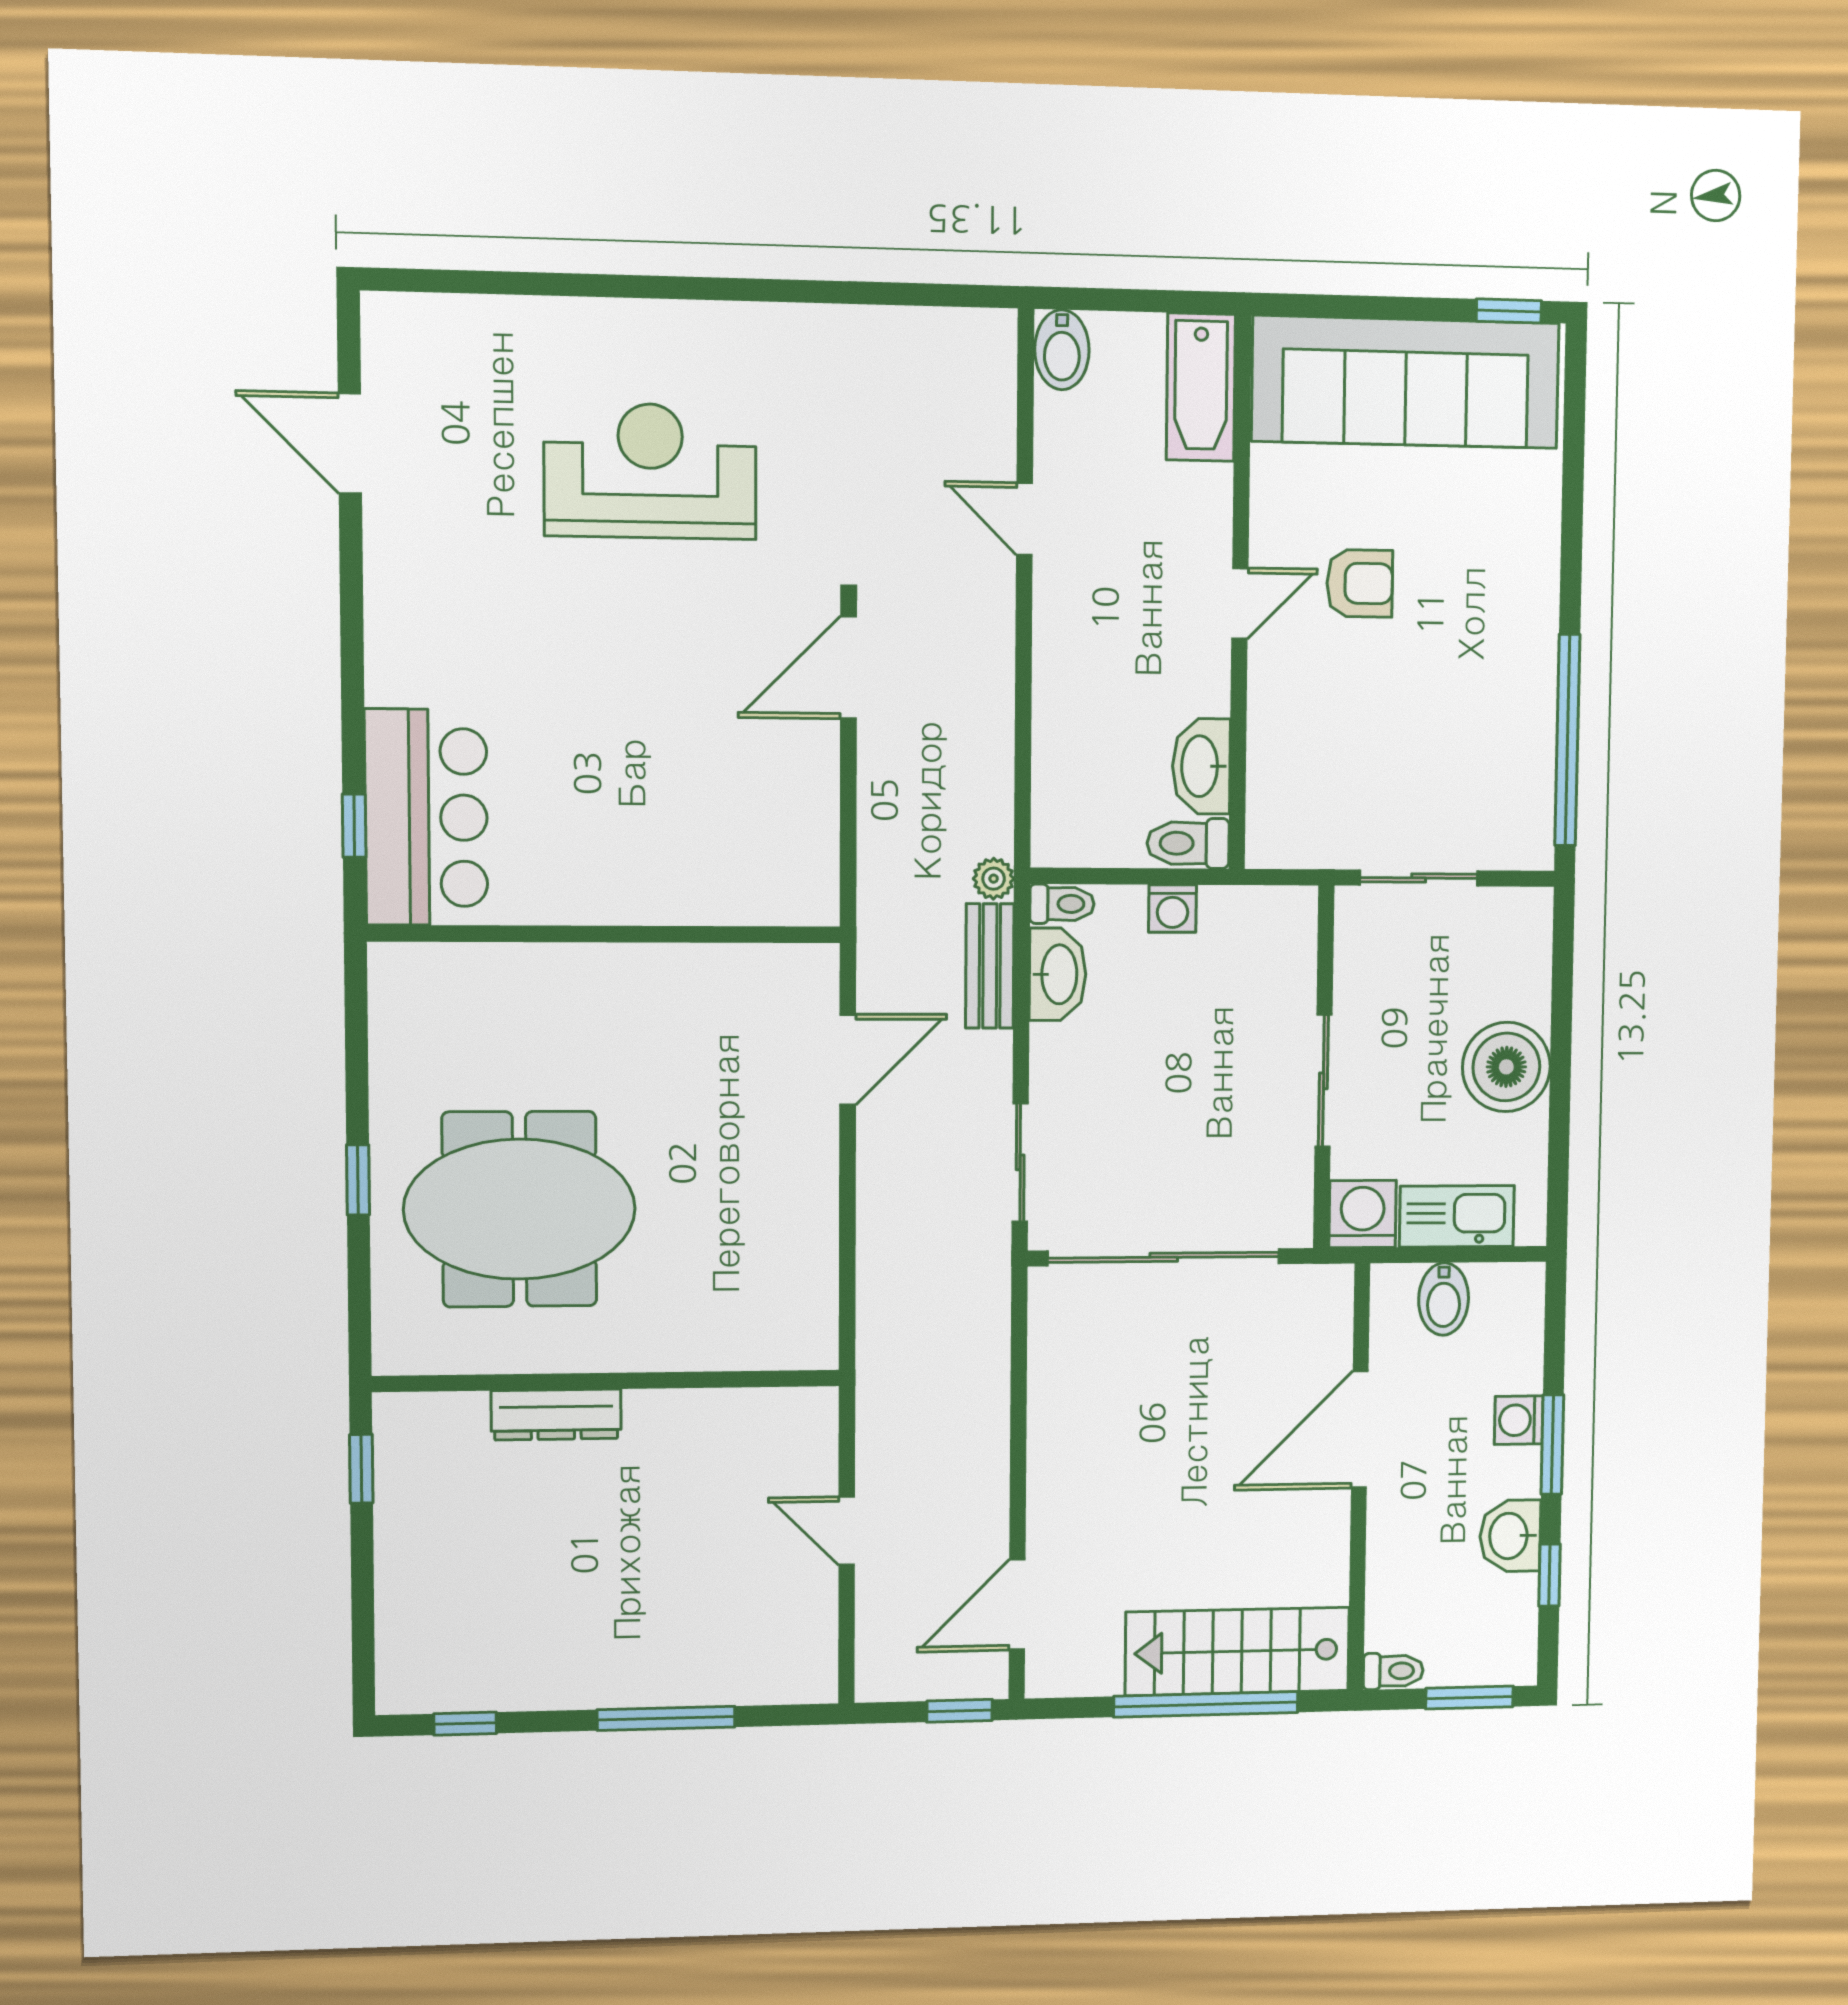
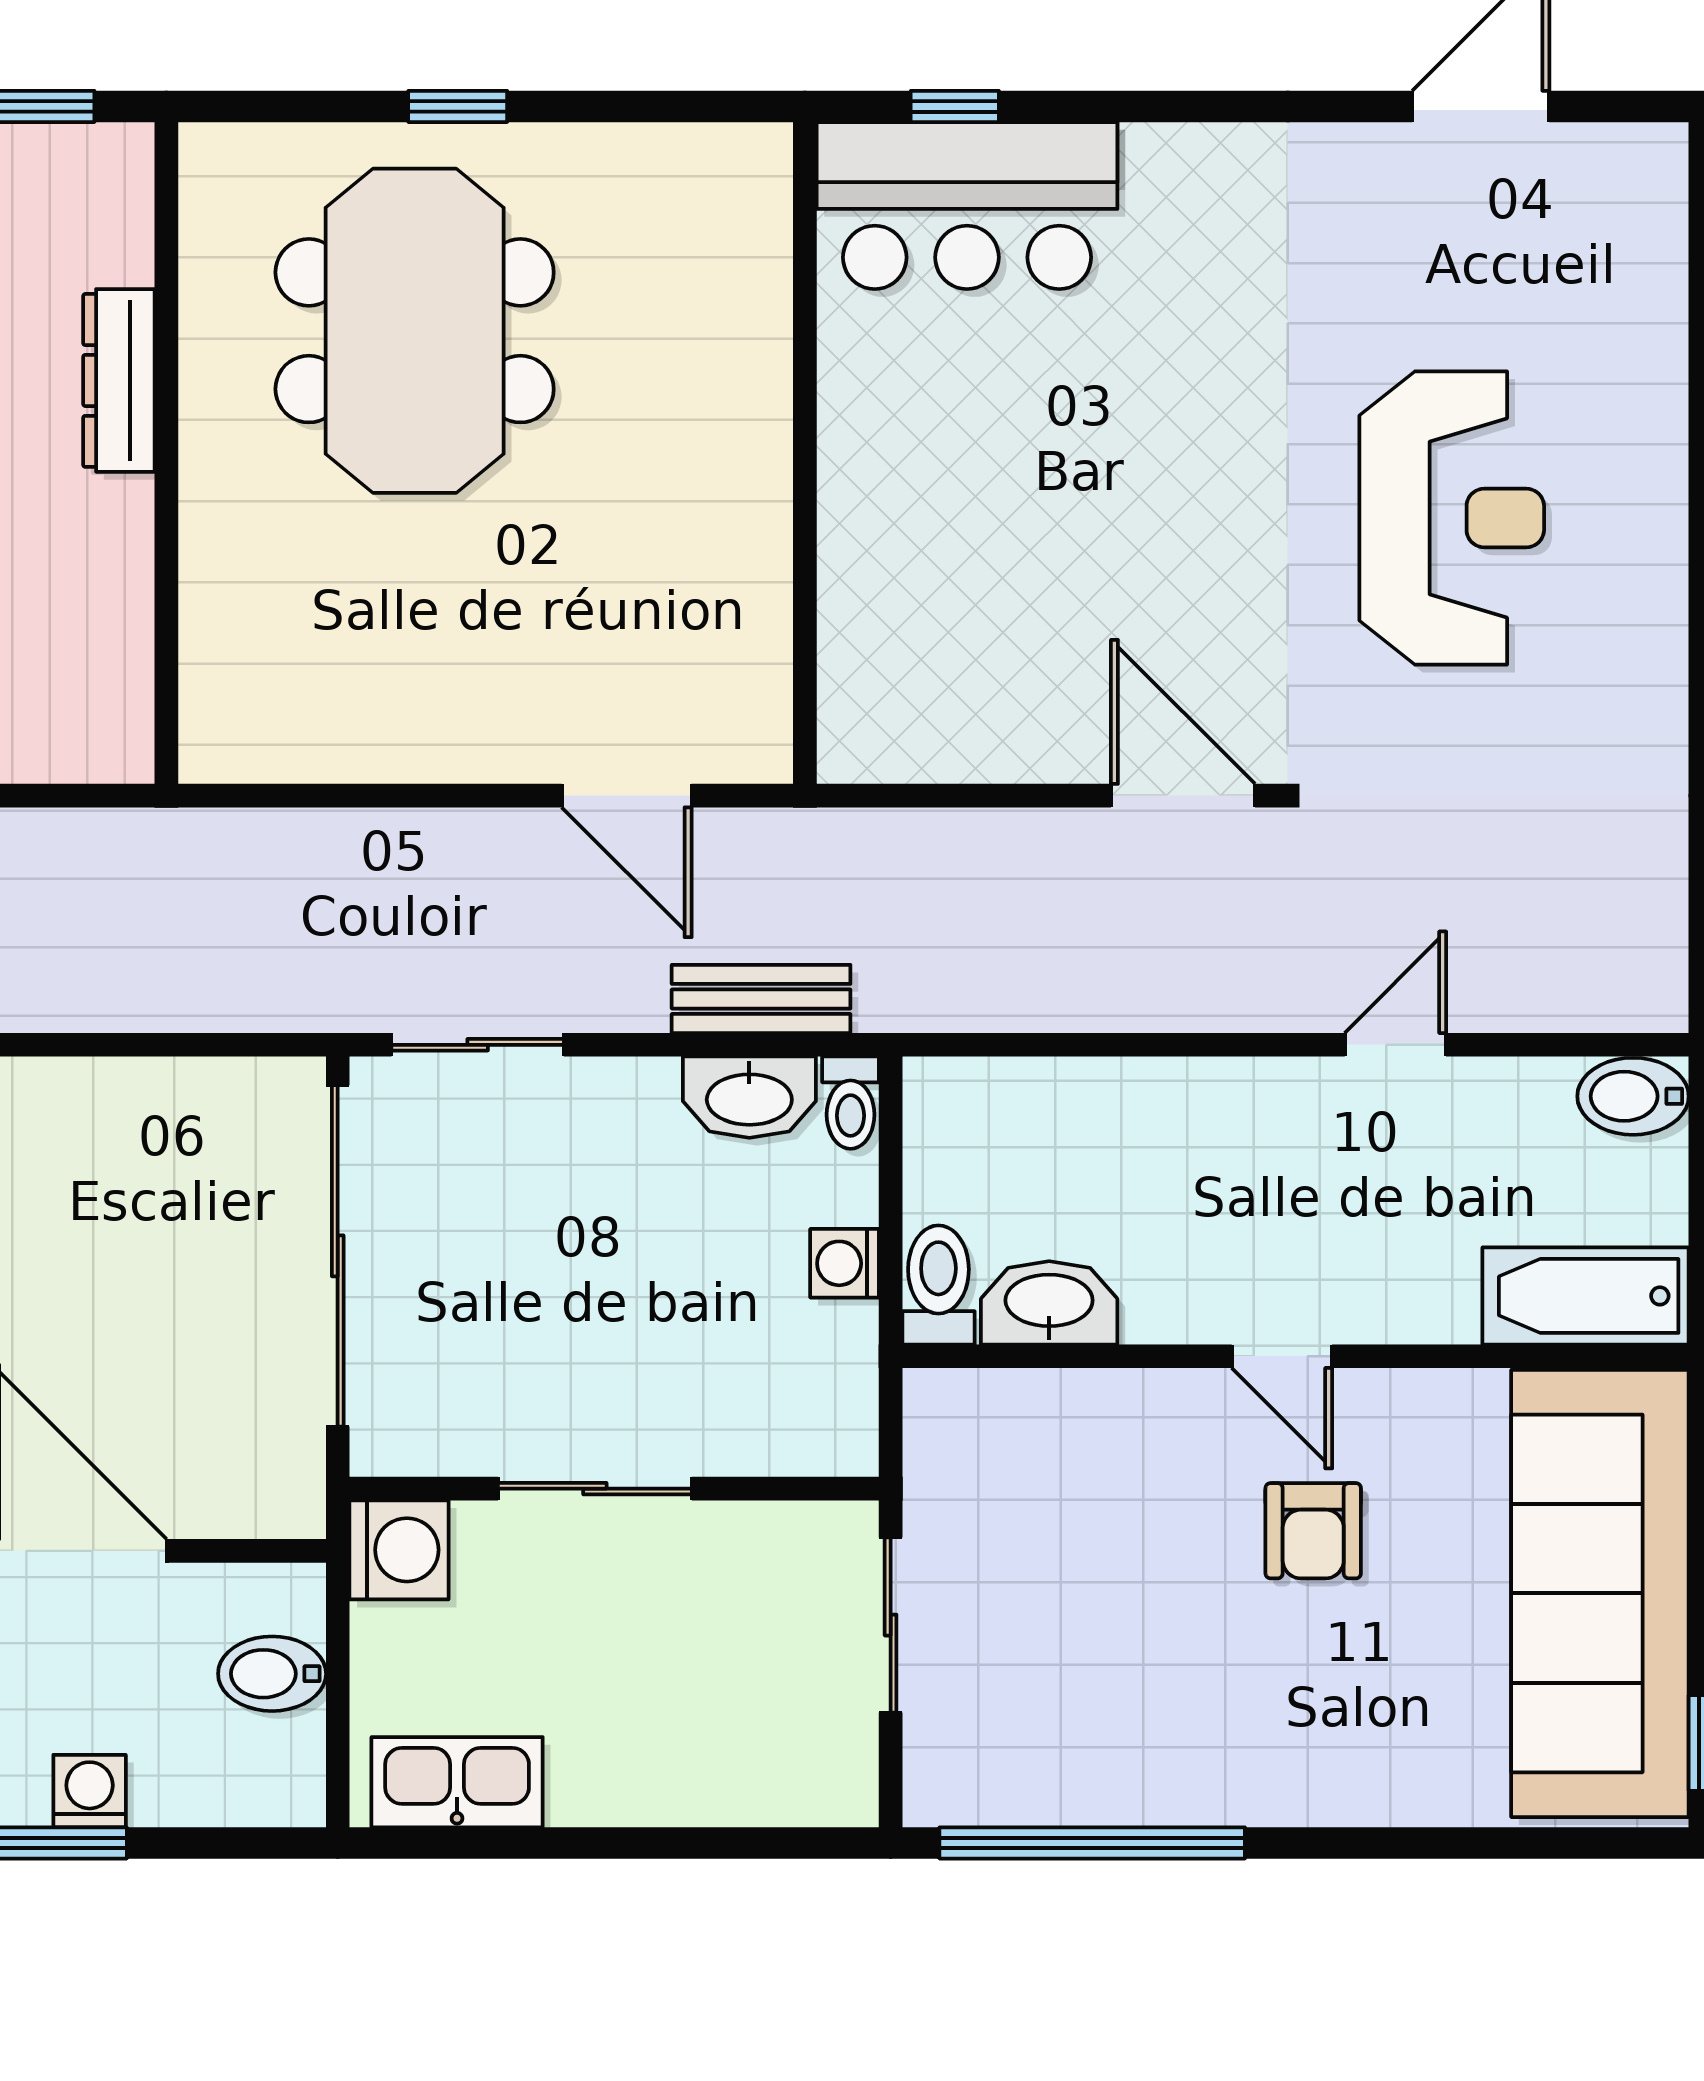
plant: (994, 879) -> (886, 1004), removed
boiler: (1506, 1067) -> (615, 1762), removed
kitchen sink: (1457, 1216) -> (457, 1782), moved, turned -90

